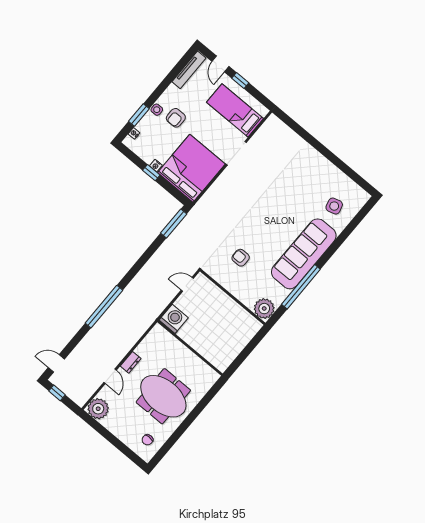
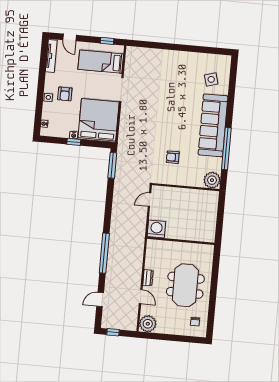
window: (240, 81) -> (107, 41), moved
window: (139, 115) -> (39, 109), removed
door: (56, 363) -> (100, 299), moved
meeting table: (163, 396) -> (185, 285), turned 90

